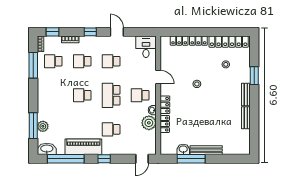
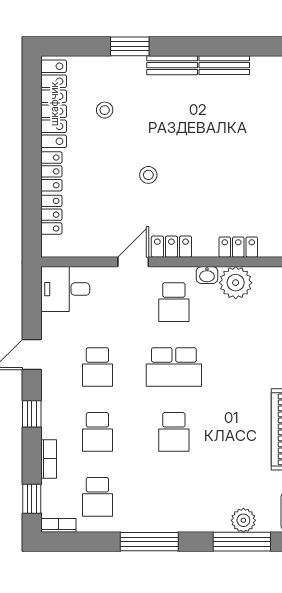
window: (33, 65) -> (149, 542), moved
locker: (165, 105) -> (171, 247), moved
school desk: (111, 129) -> (250, 367), removed

